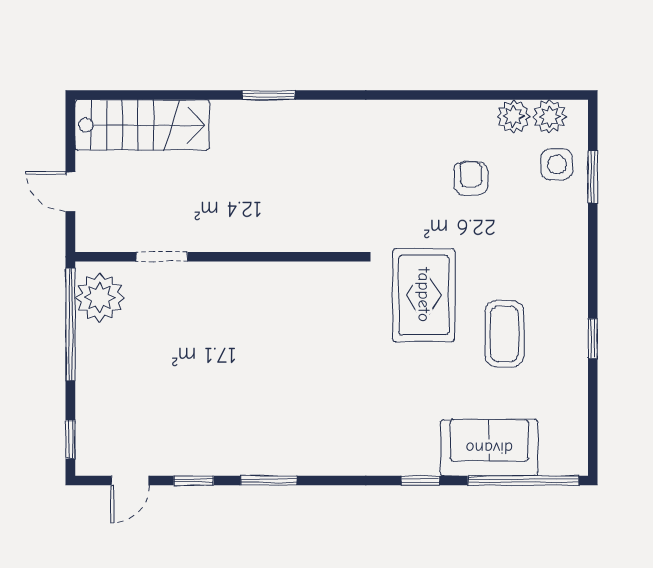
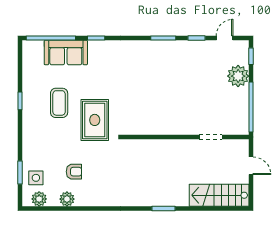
plant: (513, 116) -> (67, 199), moved
armchair: (471, 178) -> (74, 172), turned -90
plant: (100, 298) -> (238, 76), moved

